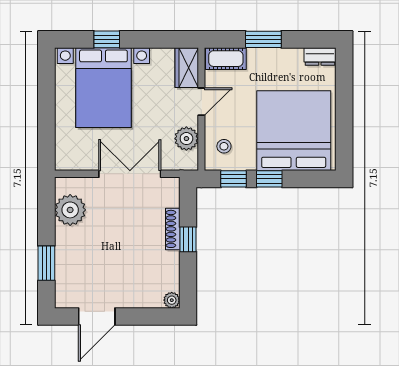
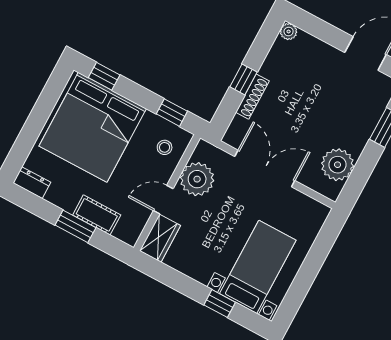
cot: (226, 59) -> (97, 215), moved
bed with nightstands: (103, 88) -> (258, 267), width x0.73
plant: (186, 139) -> (197, 179), width x1.36, depth x1.36
double door: (130, 174) -> (265, 169), swing flipped
window: (269, 179) -> (104, 76), moved

